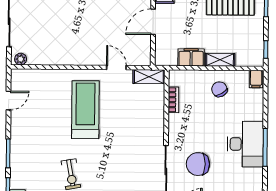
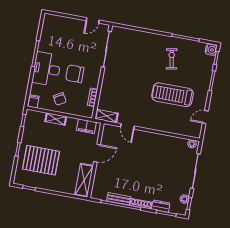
filing cabinet: (191, 57) -> (86, 126), moved
treadmill: (85, 110) -> (172, 95), moved, turned 90
desk: (245, 144) -> (47, 69), moved
chair: (198, 164) -> (75, 74), moved, turned 180

